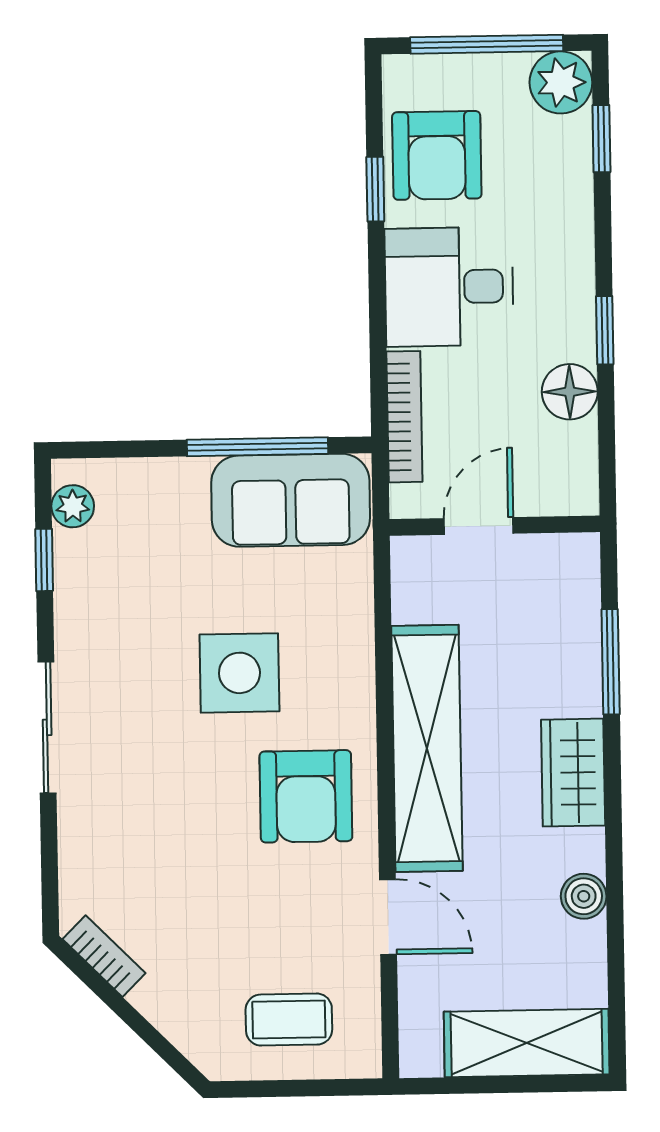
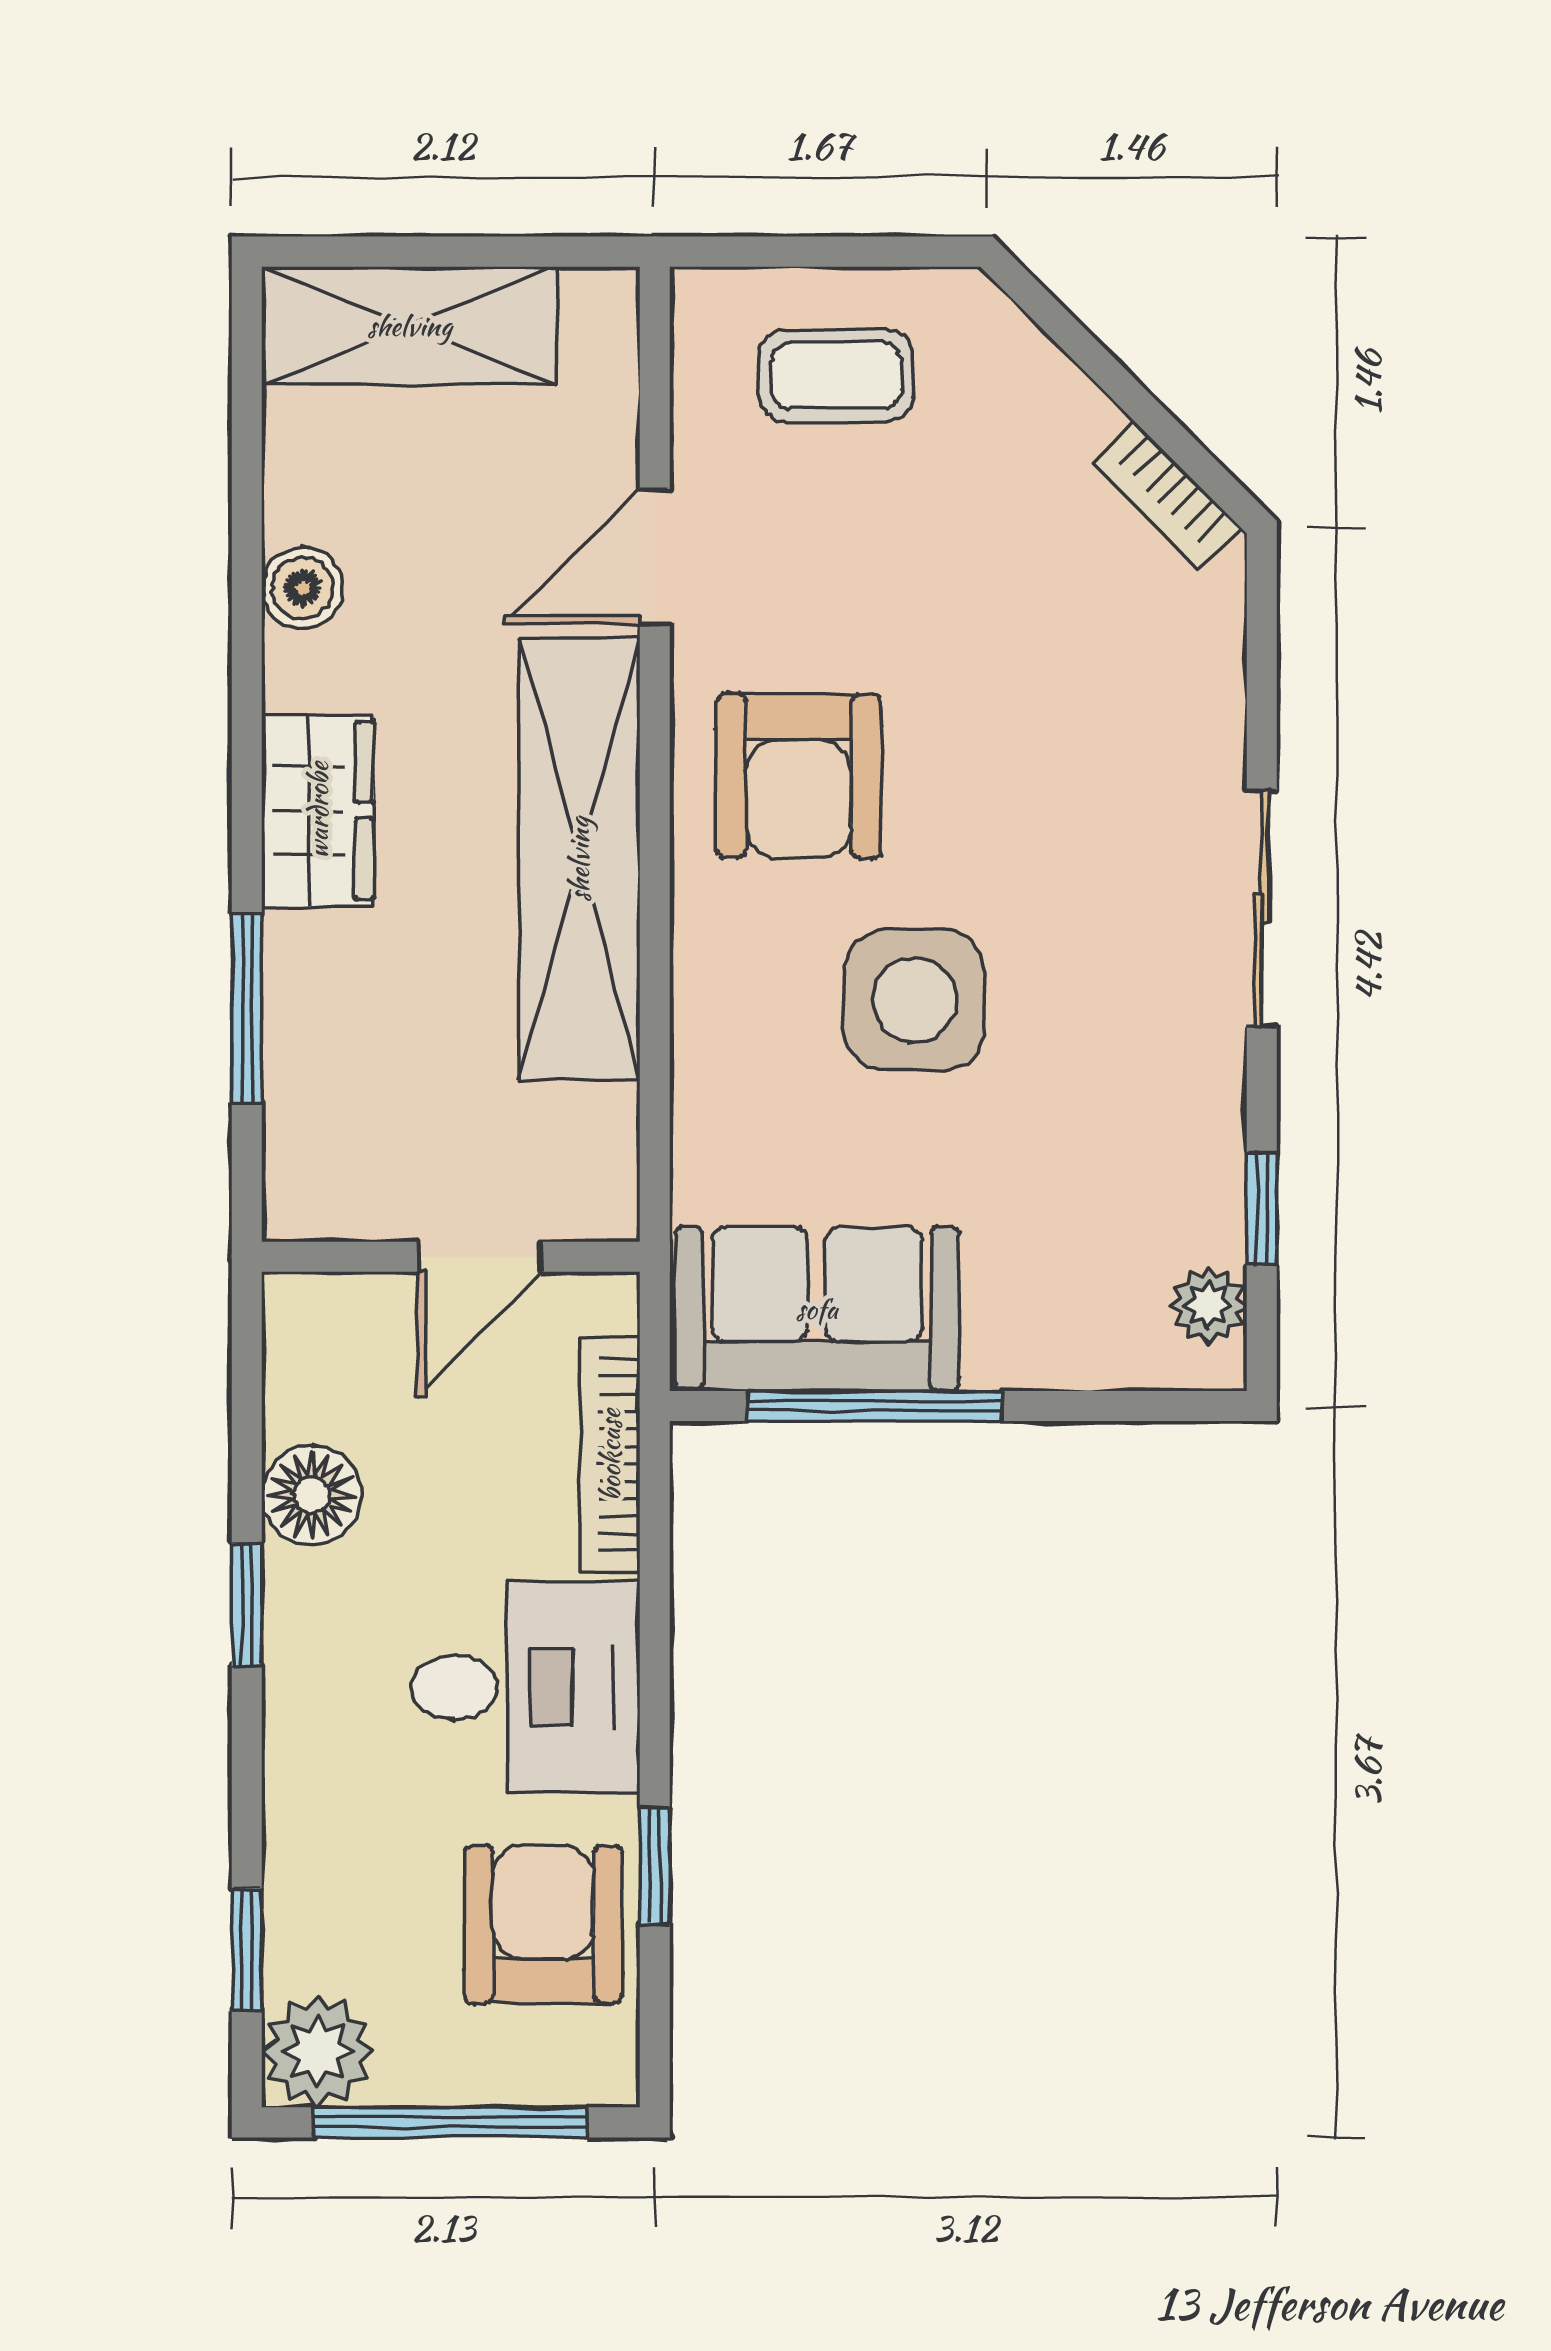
armchair: (306, 796) -> (799, 776), turned 180
door: (388, 917) -> (655, 557), hinge flipped

